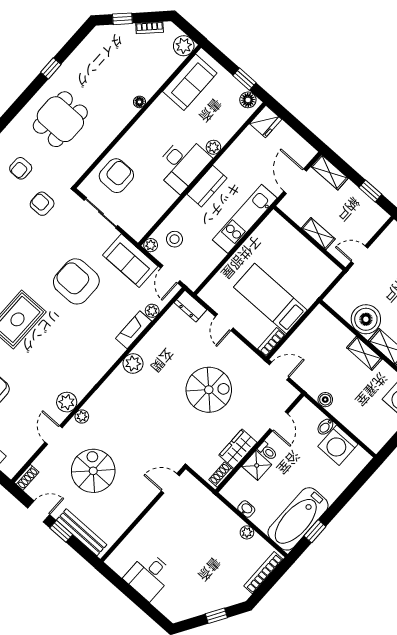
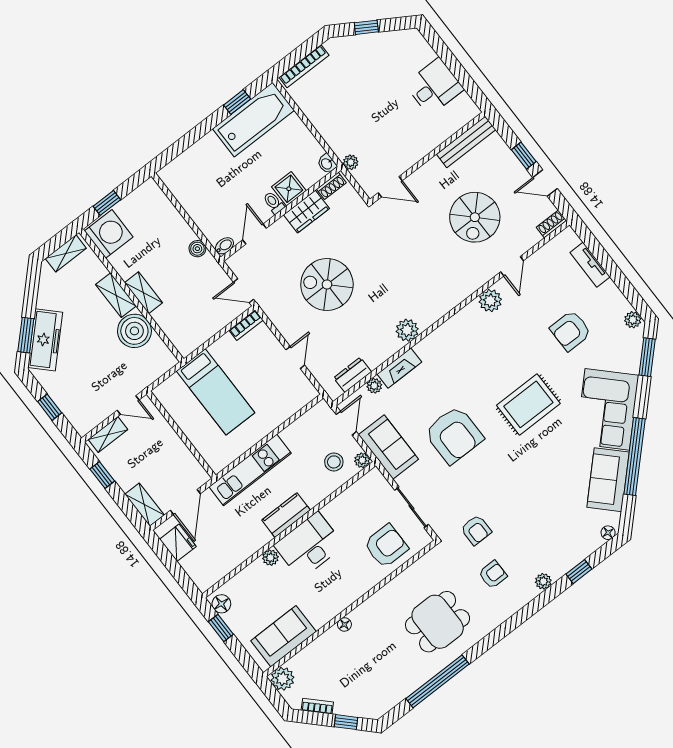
window: (51, 68) -> (437, 681), width x3.17
fridge: (266, 121) -> (178, 543), moved, turned 90
armchair: (116, 176) -> (386, 546), turned 180
shelving: (318, 234) -> (108, 435), moved, turned 90
bed: (270, 299) -> (216, 392), moved
dresser: (190, 306) -> (353, 375), moved, turned -90
plant: (82, 416) -> (476, 281), removed
bidet: (325, 427) -> (224, 246), moved
washing machine: (338, 445) -> (193, 194), removed
washbasin: (246, 509) -> (327, 164), moved
bench: (82, 532) -> (466, 142), moved, turned 90
plant: (247, 532) -> (351, 162), moved

